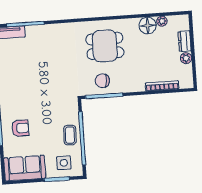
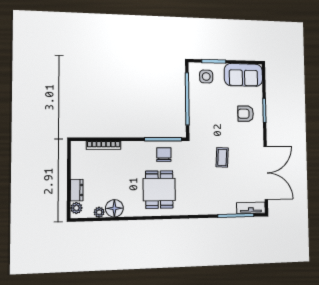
dining table: (105, 46) -> (159, 190), turned 90
plant: (186, 58) -> (76, 208), moved
chair: (102, 81) -> (164, 155), turned -96
coffee table: (70, 135) -> (222, 157), moved

